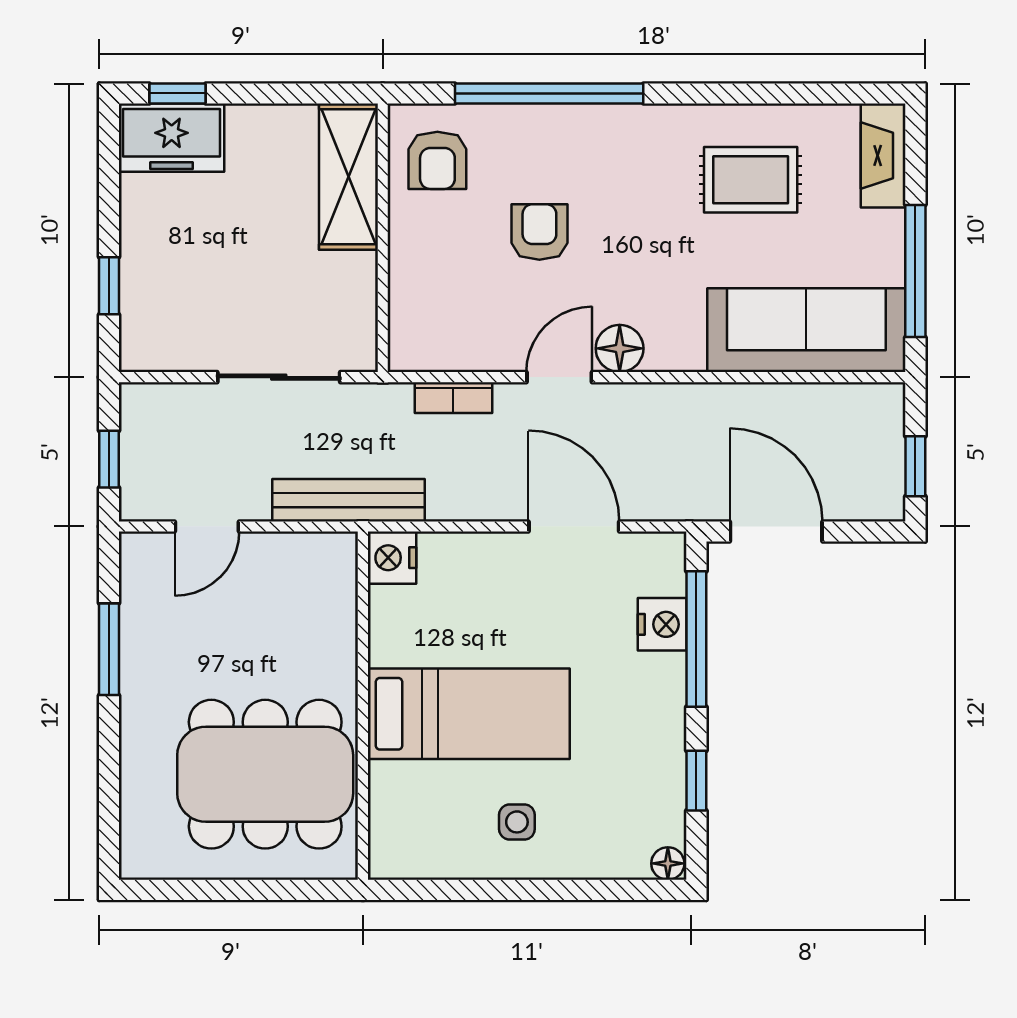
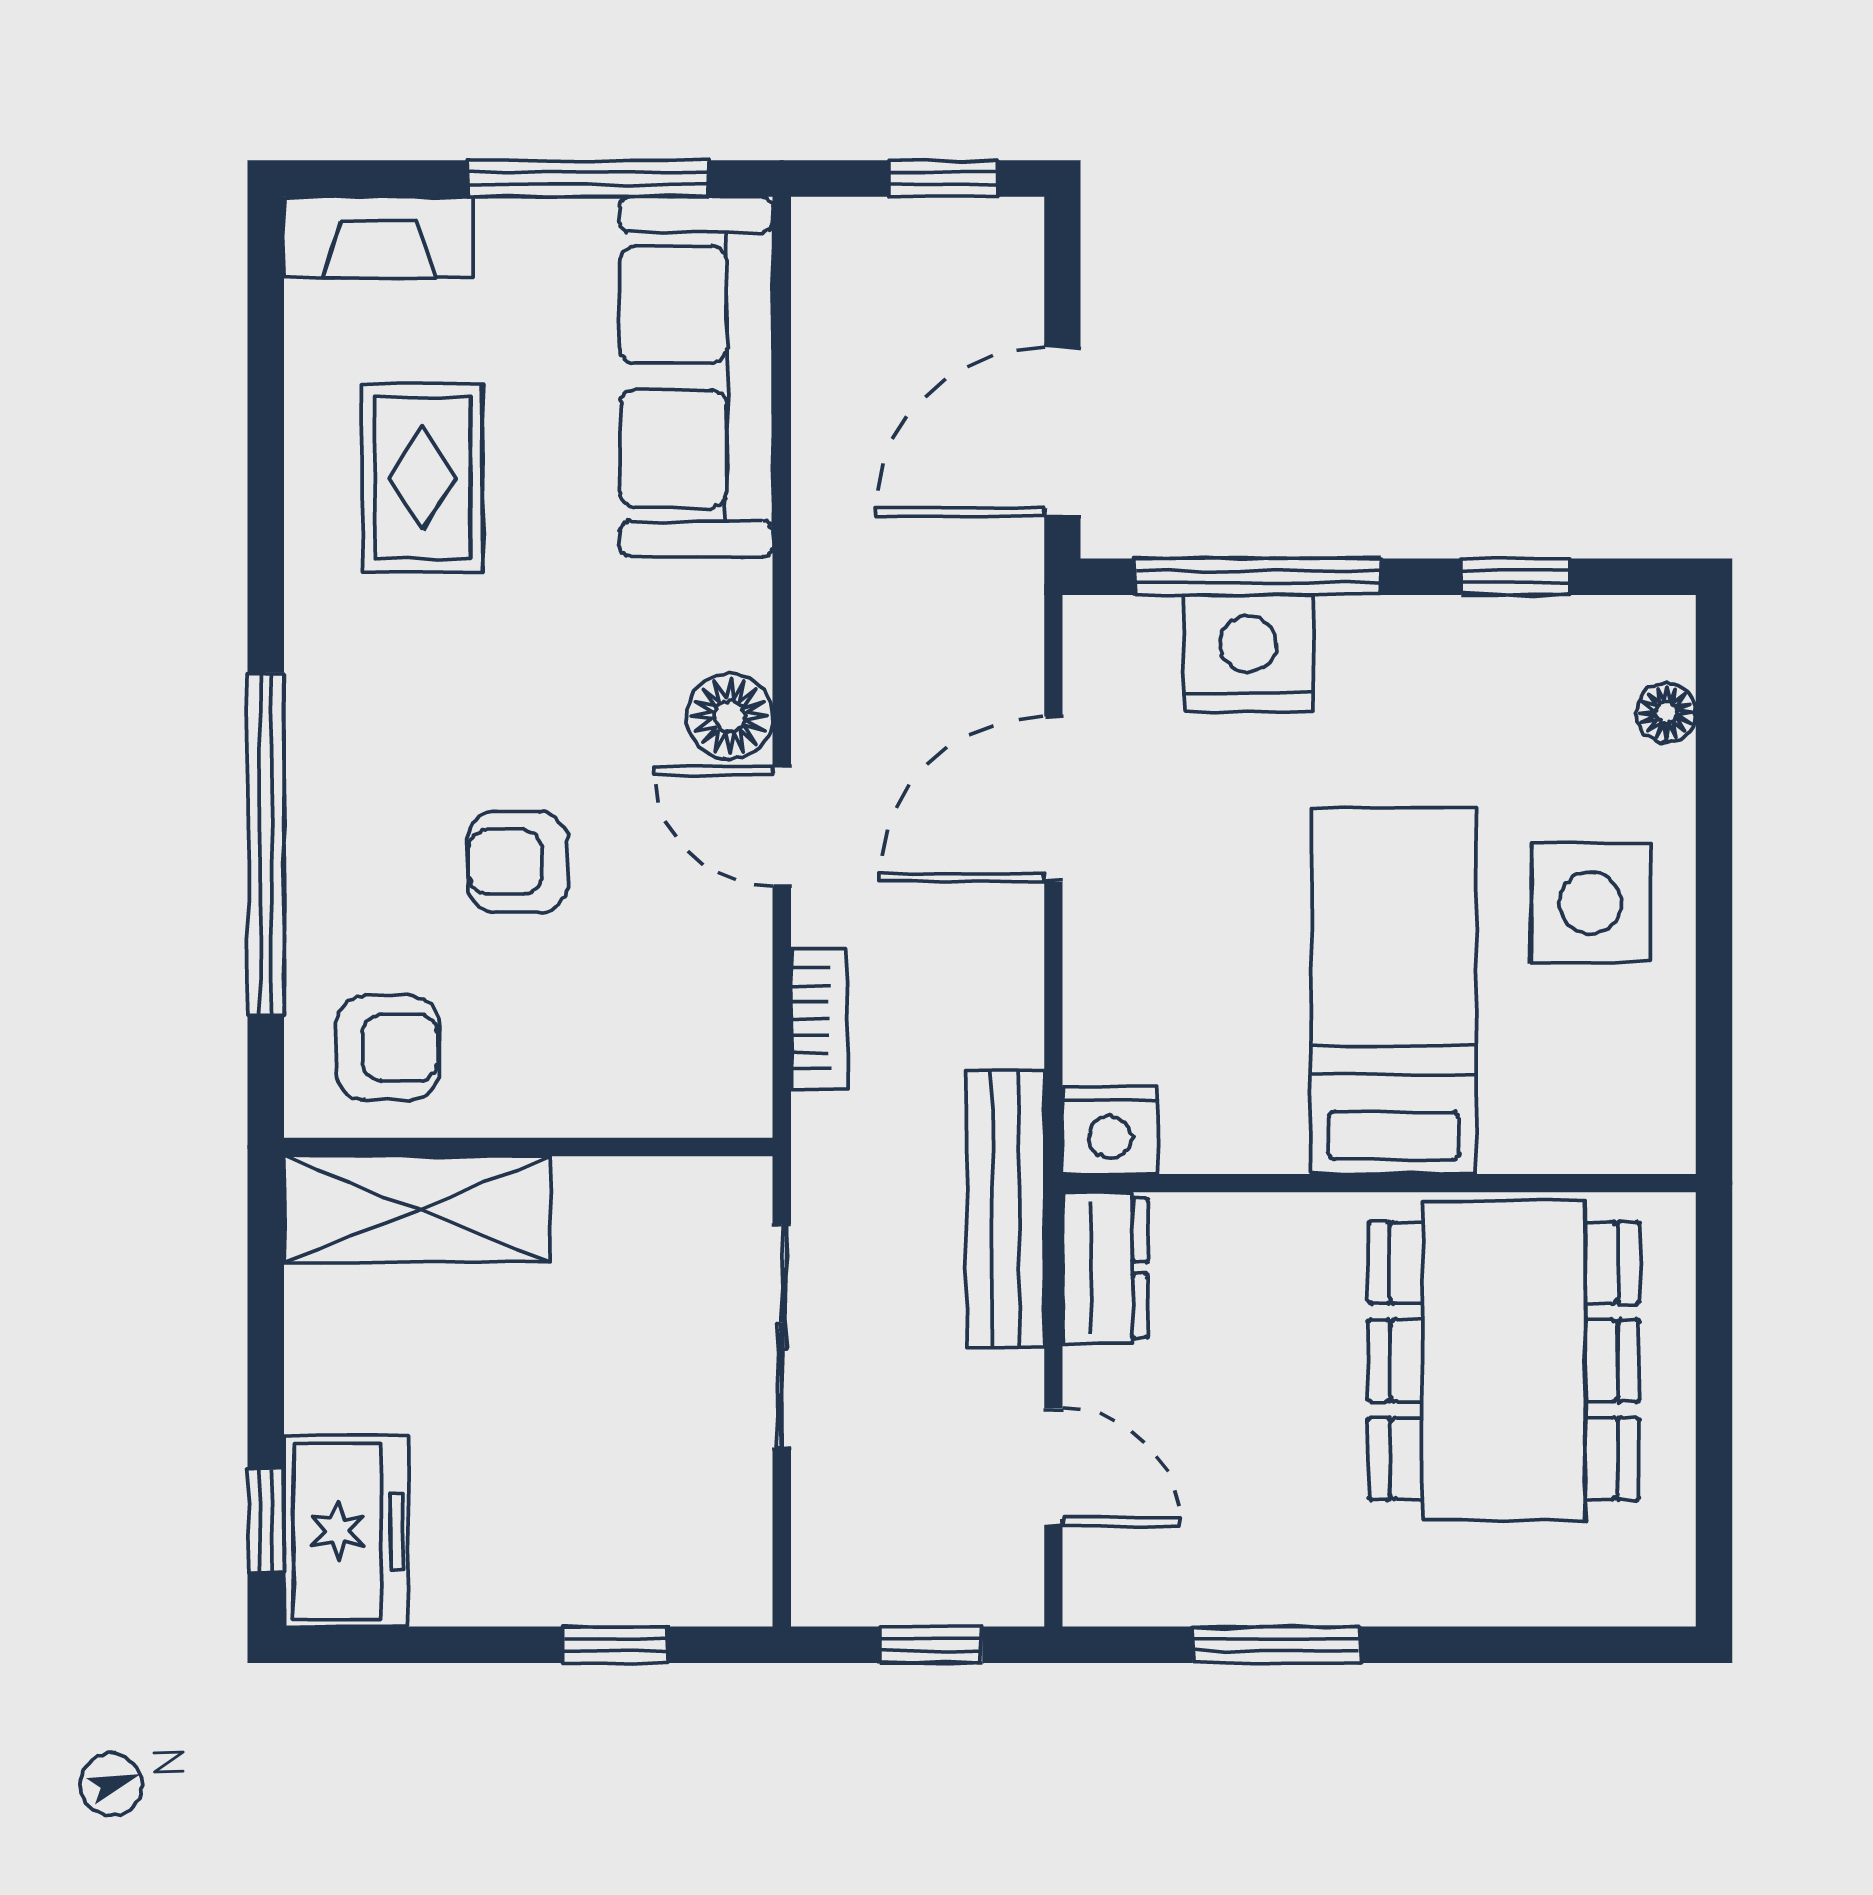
dresser: (316, 555) -> (1105, 1268), added
nightstand: (662, 624) -> (1248, 653), width x1.36, depth x1.33
side table: (517, 822) -> (1591, 903), width x1.87, depth x1.87
floor lamp: (668, 863) -> (1666, 713), moved

